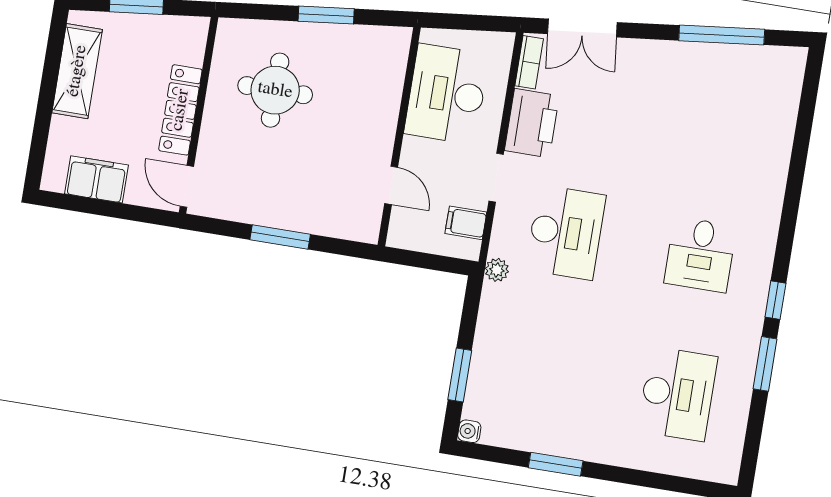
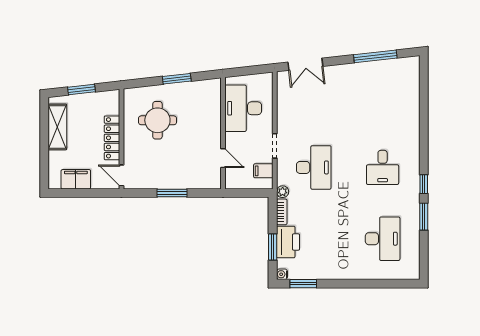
bookcase: (529, 62) -> (282, 212), moved
printer: (532, 123) -> (288, 242), moved
window: (556, 464) -> (303, 284), moved

